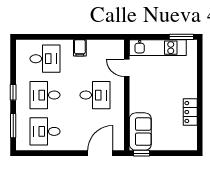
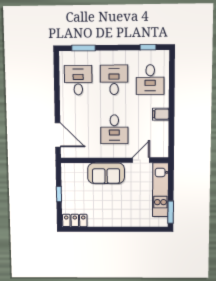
window: (13, 92) -> (148, 47), moved
locker: (190, 112) -> (75, 220), moved
sofa: (140, 132) -> (106, 173), moved
window: (142, 153) -> (59, 194), moved

